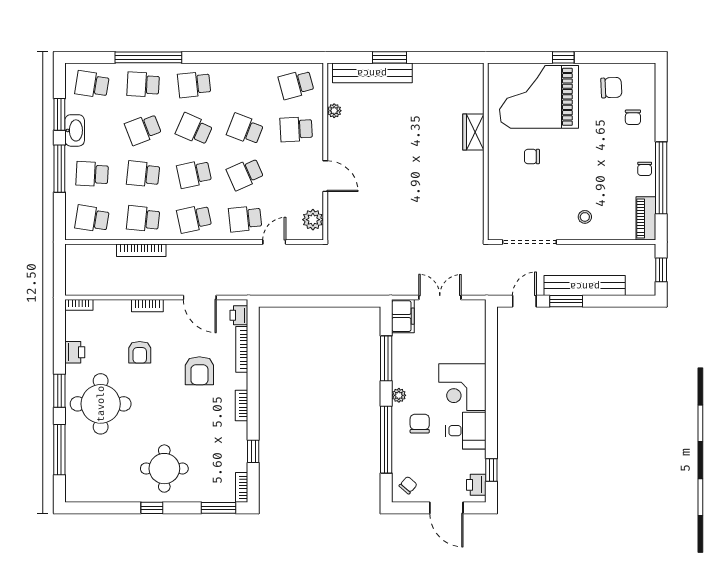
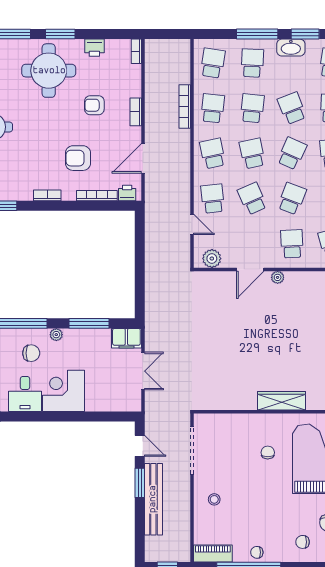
plant: (334, 111) -> (278, 277), moved
wardrobe: (473, 132) -> (281, 401), width x1.50

